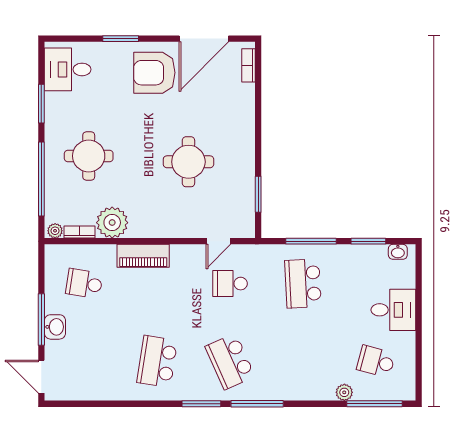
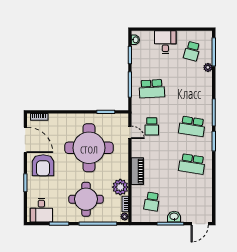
round table: (89, 156) -> (86, 199), width x1.36, depth x1.36
round table: (188, 162) -> (89, 148), width x1.86, depth x1.86
school desk: (230, 361) -> (192, 126), turned 33

